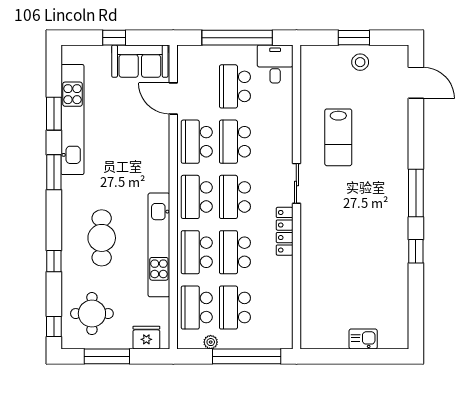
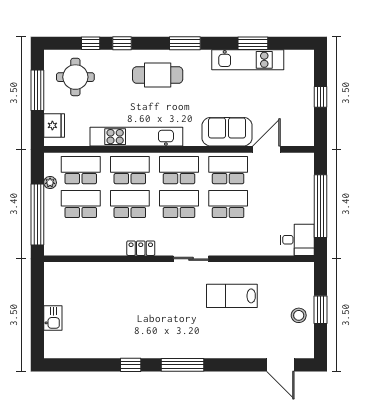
sofa: (140, 61) -> (227, 132), moved, turned 90
door: (416, 83) -> (280, 365), hinge flipped
school desk: (235, 86) -> (277, 204), removed
kitchen unit: (72, 120) -> (248, 60), width x0.73
window: (54, 172) -> (185, 43), moved
locker: (285, 231) -> (141, 248), width x0.66
cafe table: (102, 238) -> (158, 75), moved
window: (54, 326) -> (91, 43), moved

